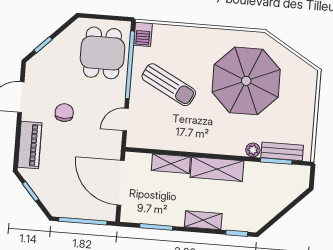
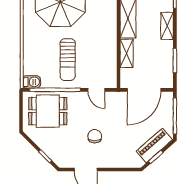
sun lounger: (169, 85) -> (68, 60), turned 152
chair: (64, 113) -> (95, 136), turned 90
piano: (30, 145) -> (154, 145), moved, turned -41

